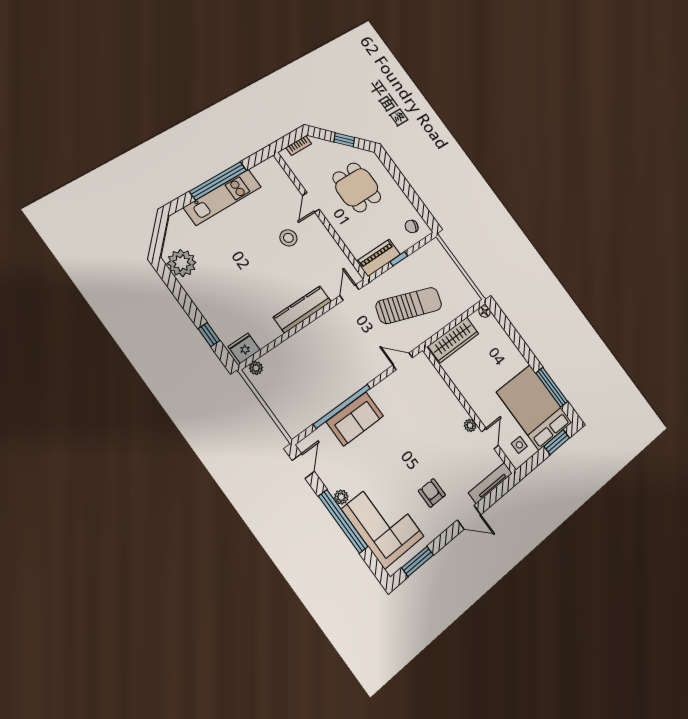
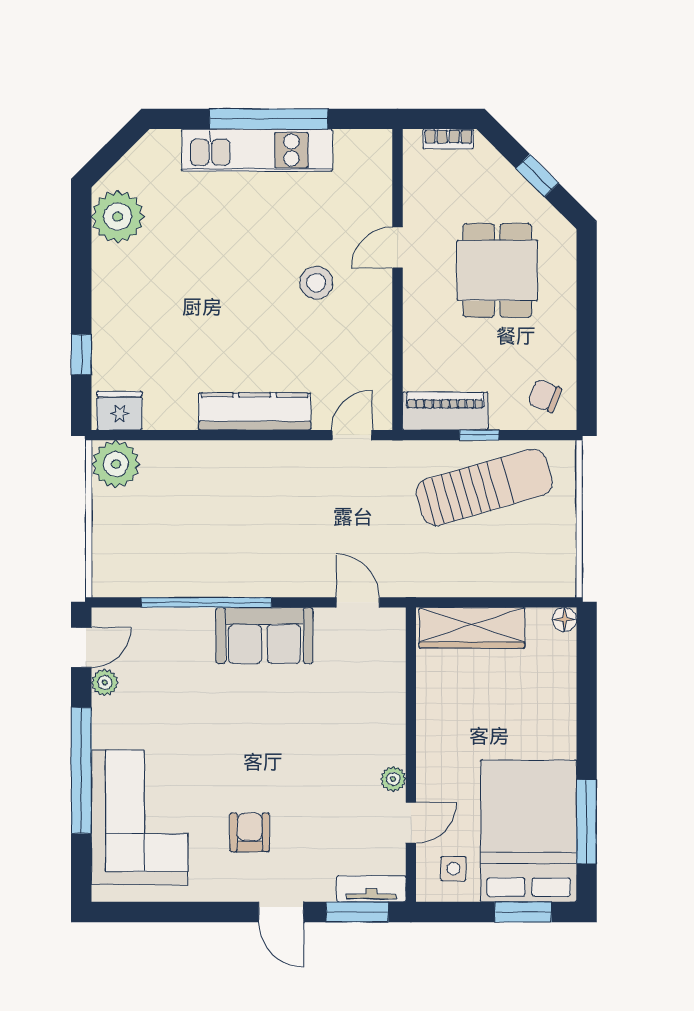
sun lounger: (409, 305) -> (484, 487), moved, turned -35
plant: (256, 368) -> (116, 464), width x1.87, depth x1.87
sofa: (355, 419) -> (264, 636), moved
tv unit: (490, 483) -> (371, 889), width x0.71
plant: (341, 497) -> (105, 682), moved
window: (418, 561) -> (357, 912), moved

